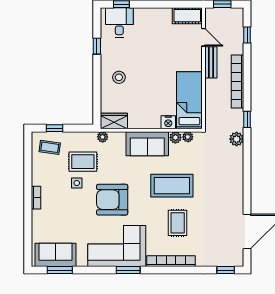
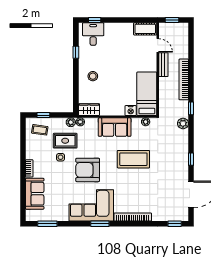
window: (247, 35) -> (191, 159), moved
plant: (175, 137) -> (71, 122), moved
rug: (178, 223) -> (138, 188), removed
sofa: (55, 255) -> (35, 194), moved, turned 90

